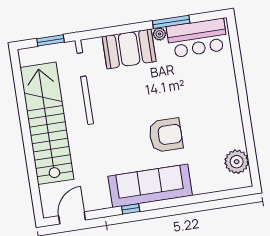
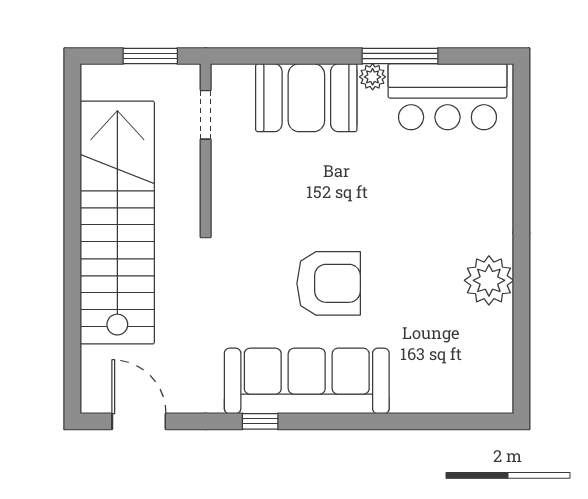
armchair: (166, 135) -> (329, 283), moved
plant: (237, 162) -> (489, 280), moved
door: (72, 218) -> (139, 421), hinge flipped

